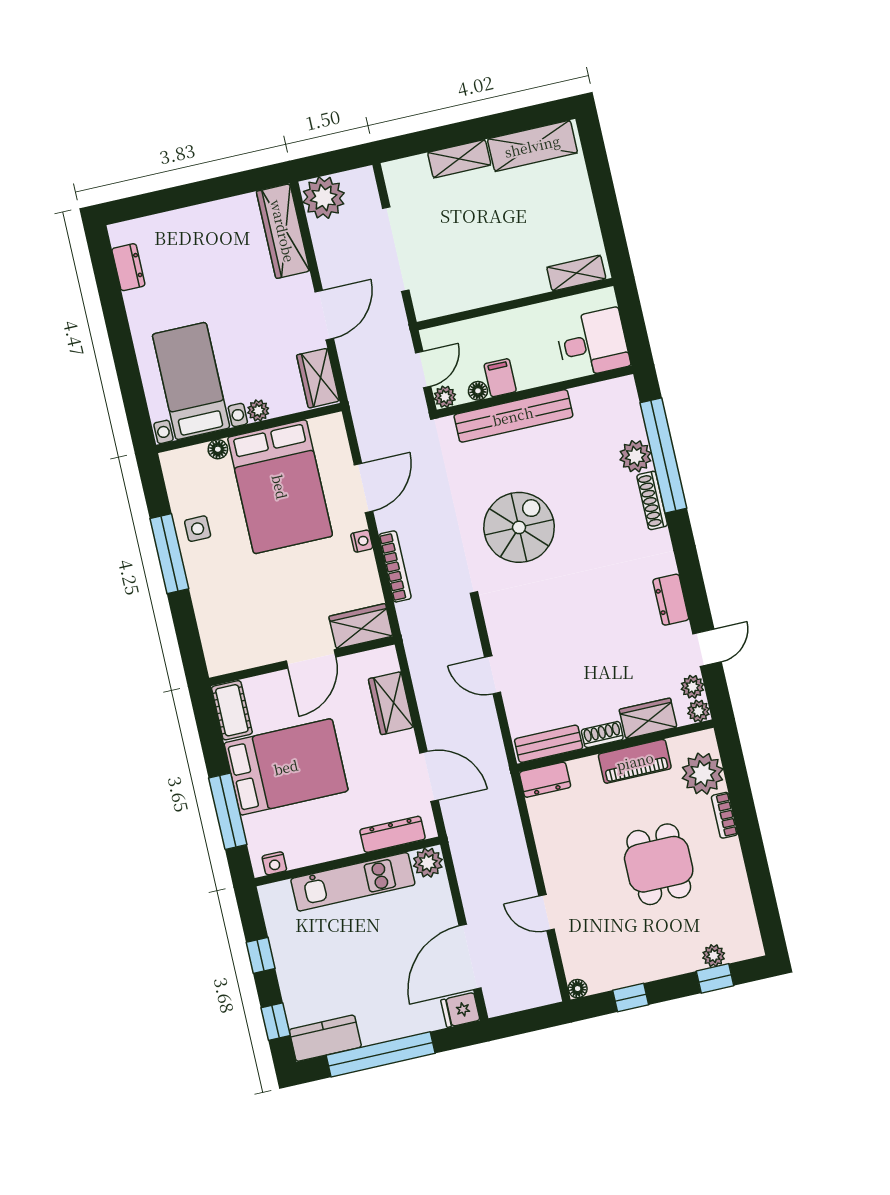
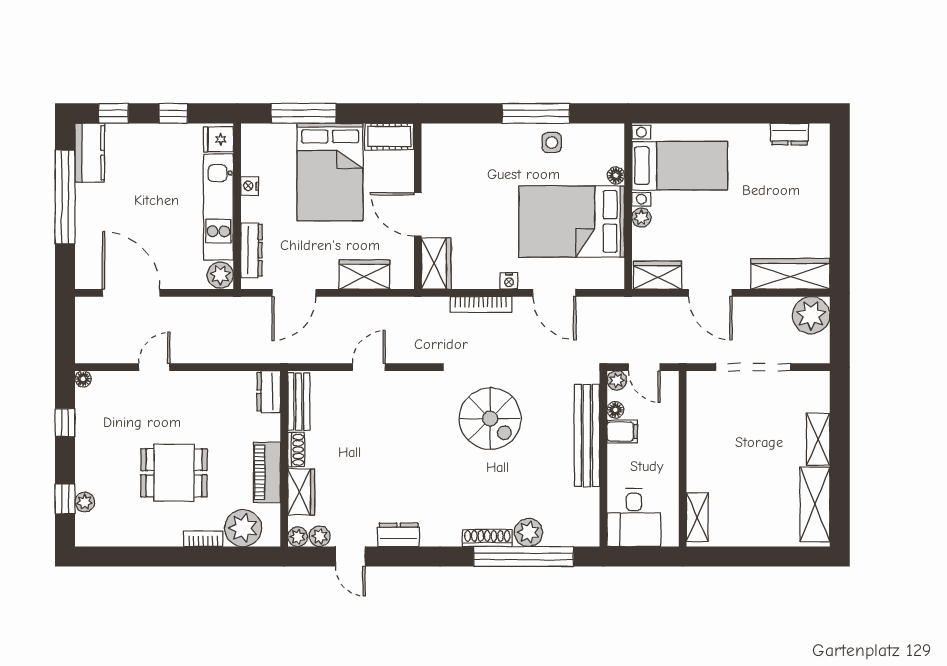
nightstand: (274, 863) -> (250, 186), moved
fridge: (460, 1010) -> (218, 139), moved, turned -90

